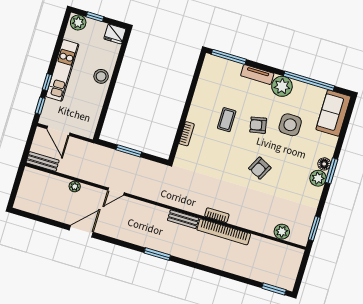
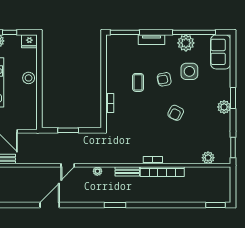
plant: (282, 86) -> (186, 43), moved
floor lamp: (324, 164) -> (226, 94), removed
plant: (75, 187) -> (97, 171), moved

